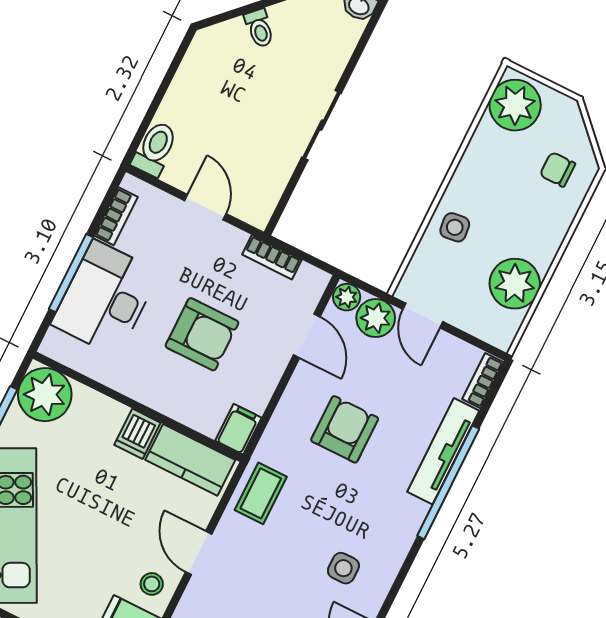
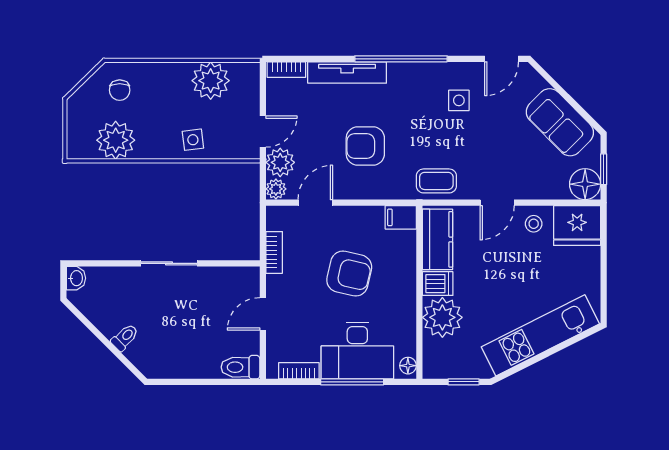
plant: (515, 105) -> (116, 140), moved
armchair: (202, 334) -> (349, 274), turned 103
floor lamp: (57, 350) -> (408, 366), added
plant: (45, 395) -> (442, 317), moved
window: (448, 482) -> (401, 59), moved

